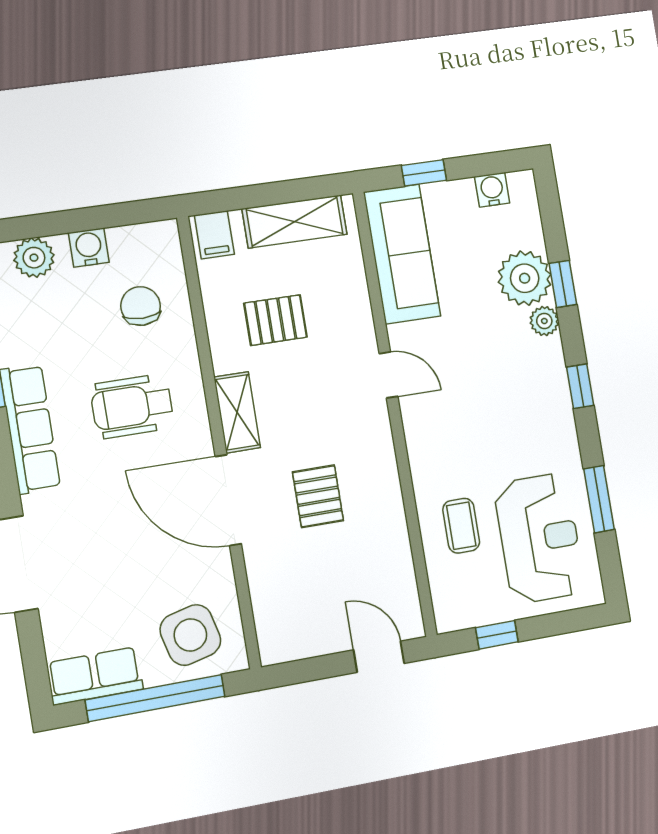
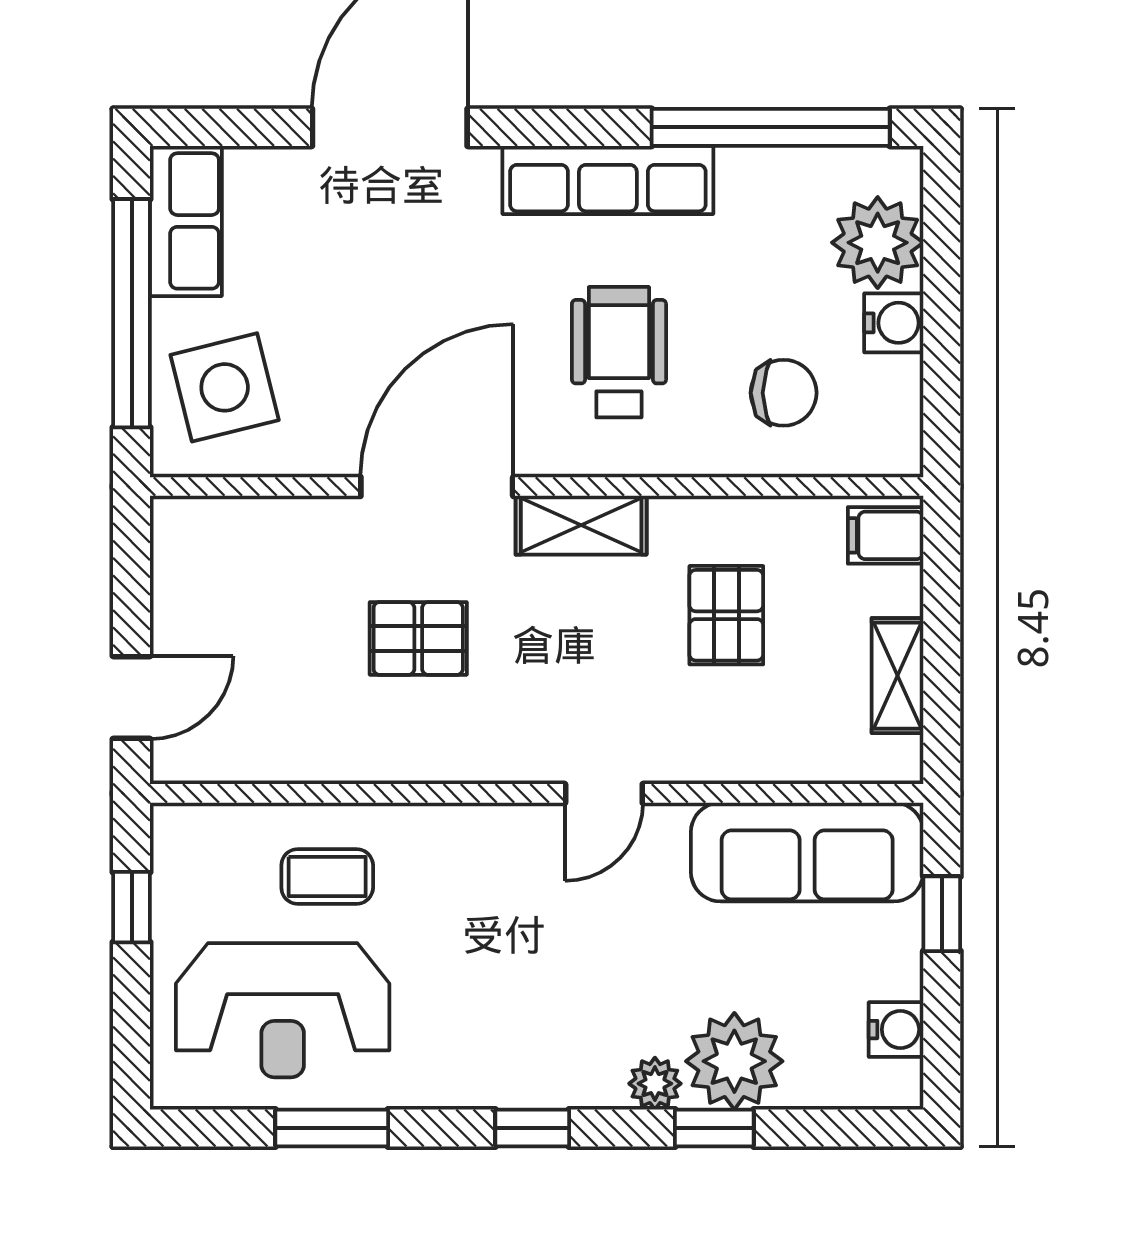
shelving: (295, 222) -> (898, 676), width x0.67, depth x0.75
plant: (34, 258) -> (878, 243), width x1.36, depth x1.36

